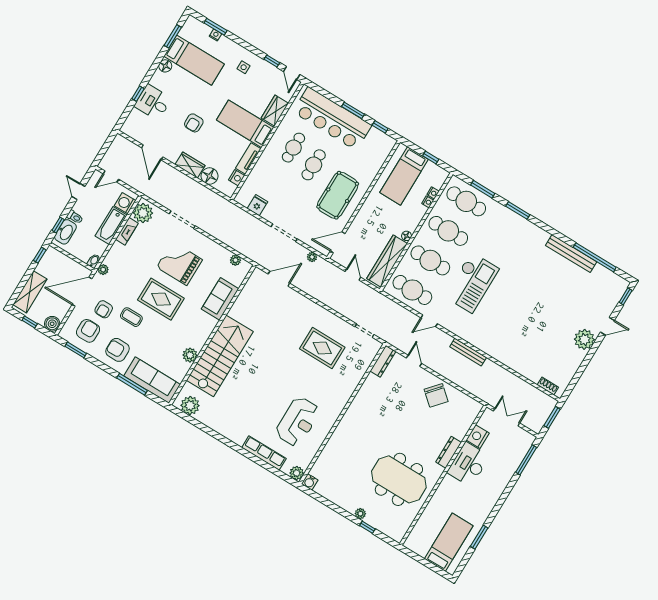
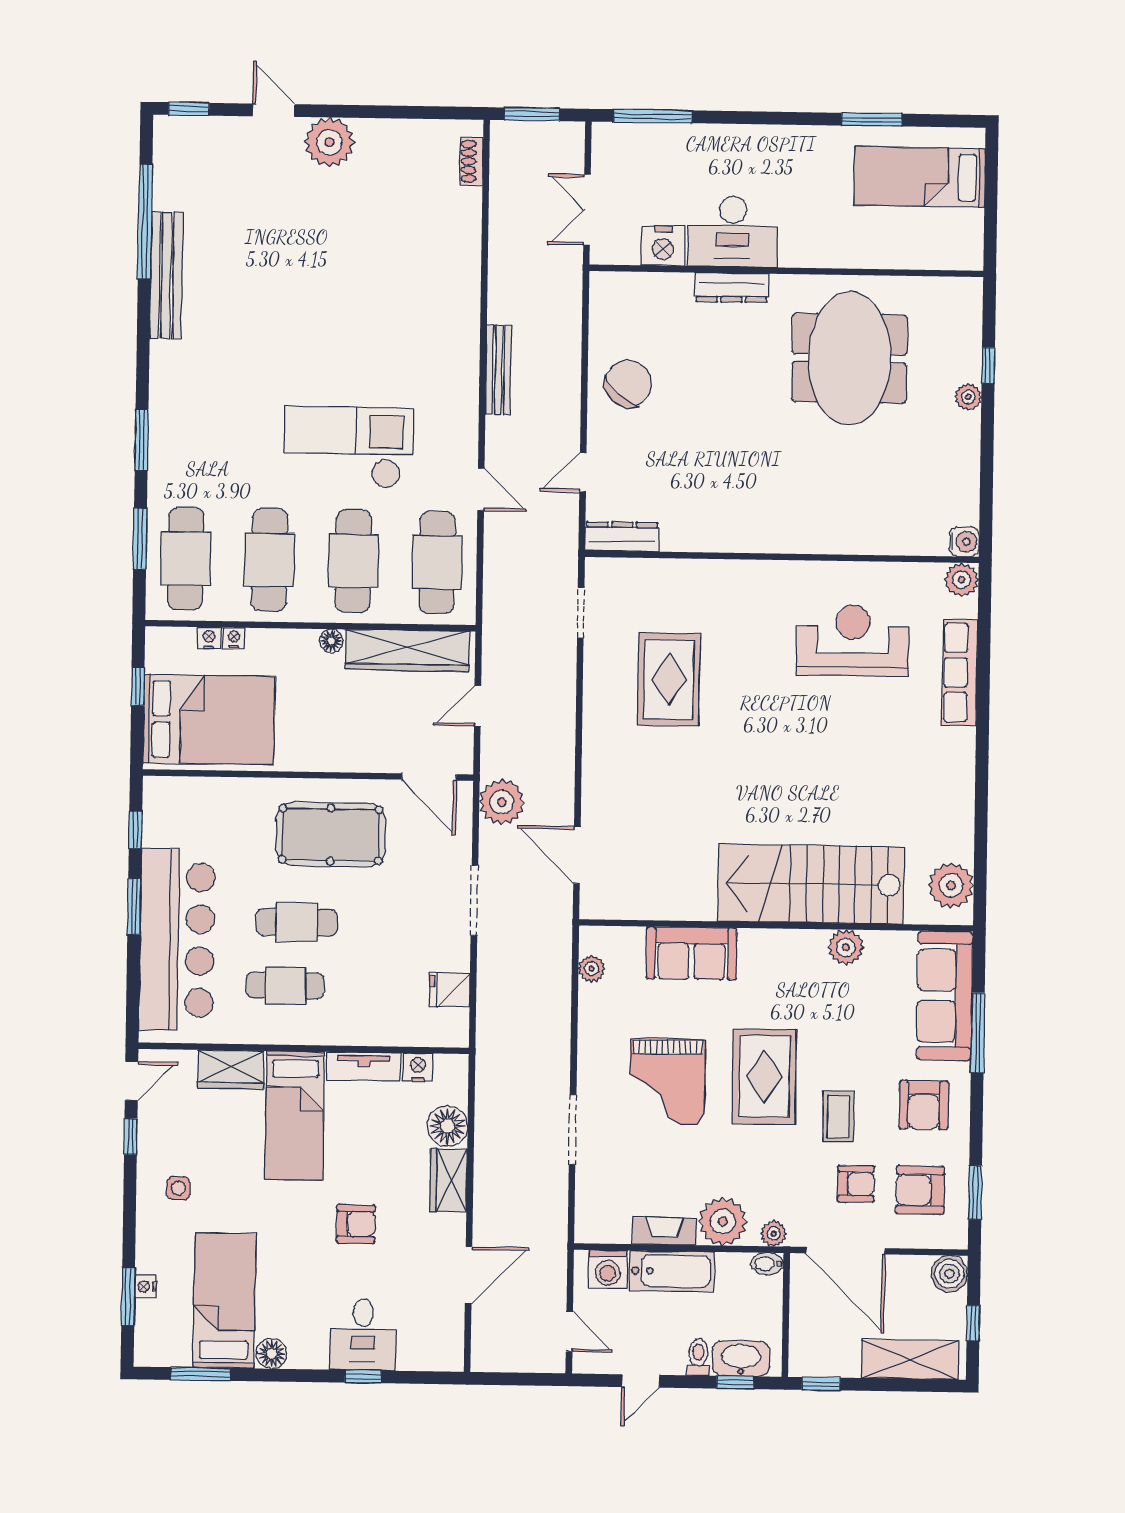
bed: (404, 176) -> (209, 720), width x1.50
plant: (143, 213) -> (723, 1222), moved
plant: (312, 257) -> (502, 802), width x1.87, depth x1.87

